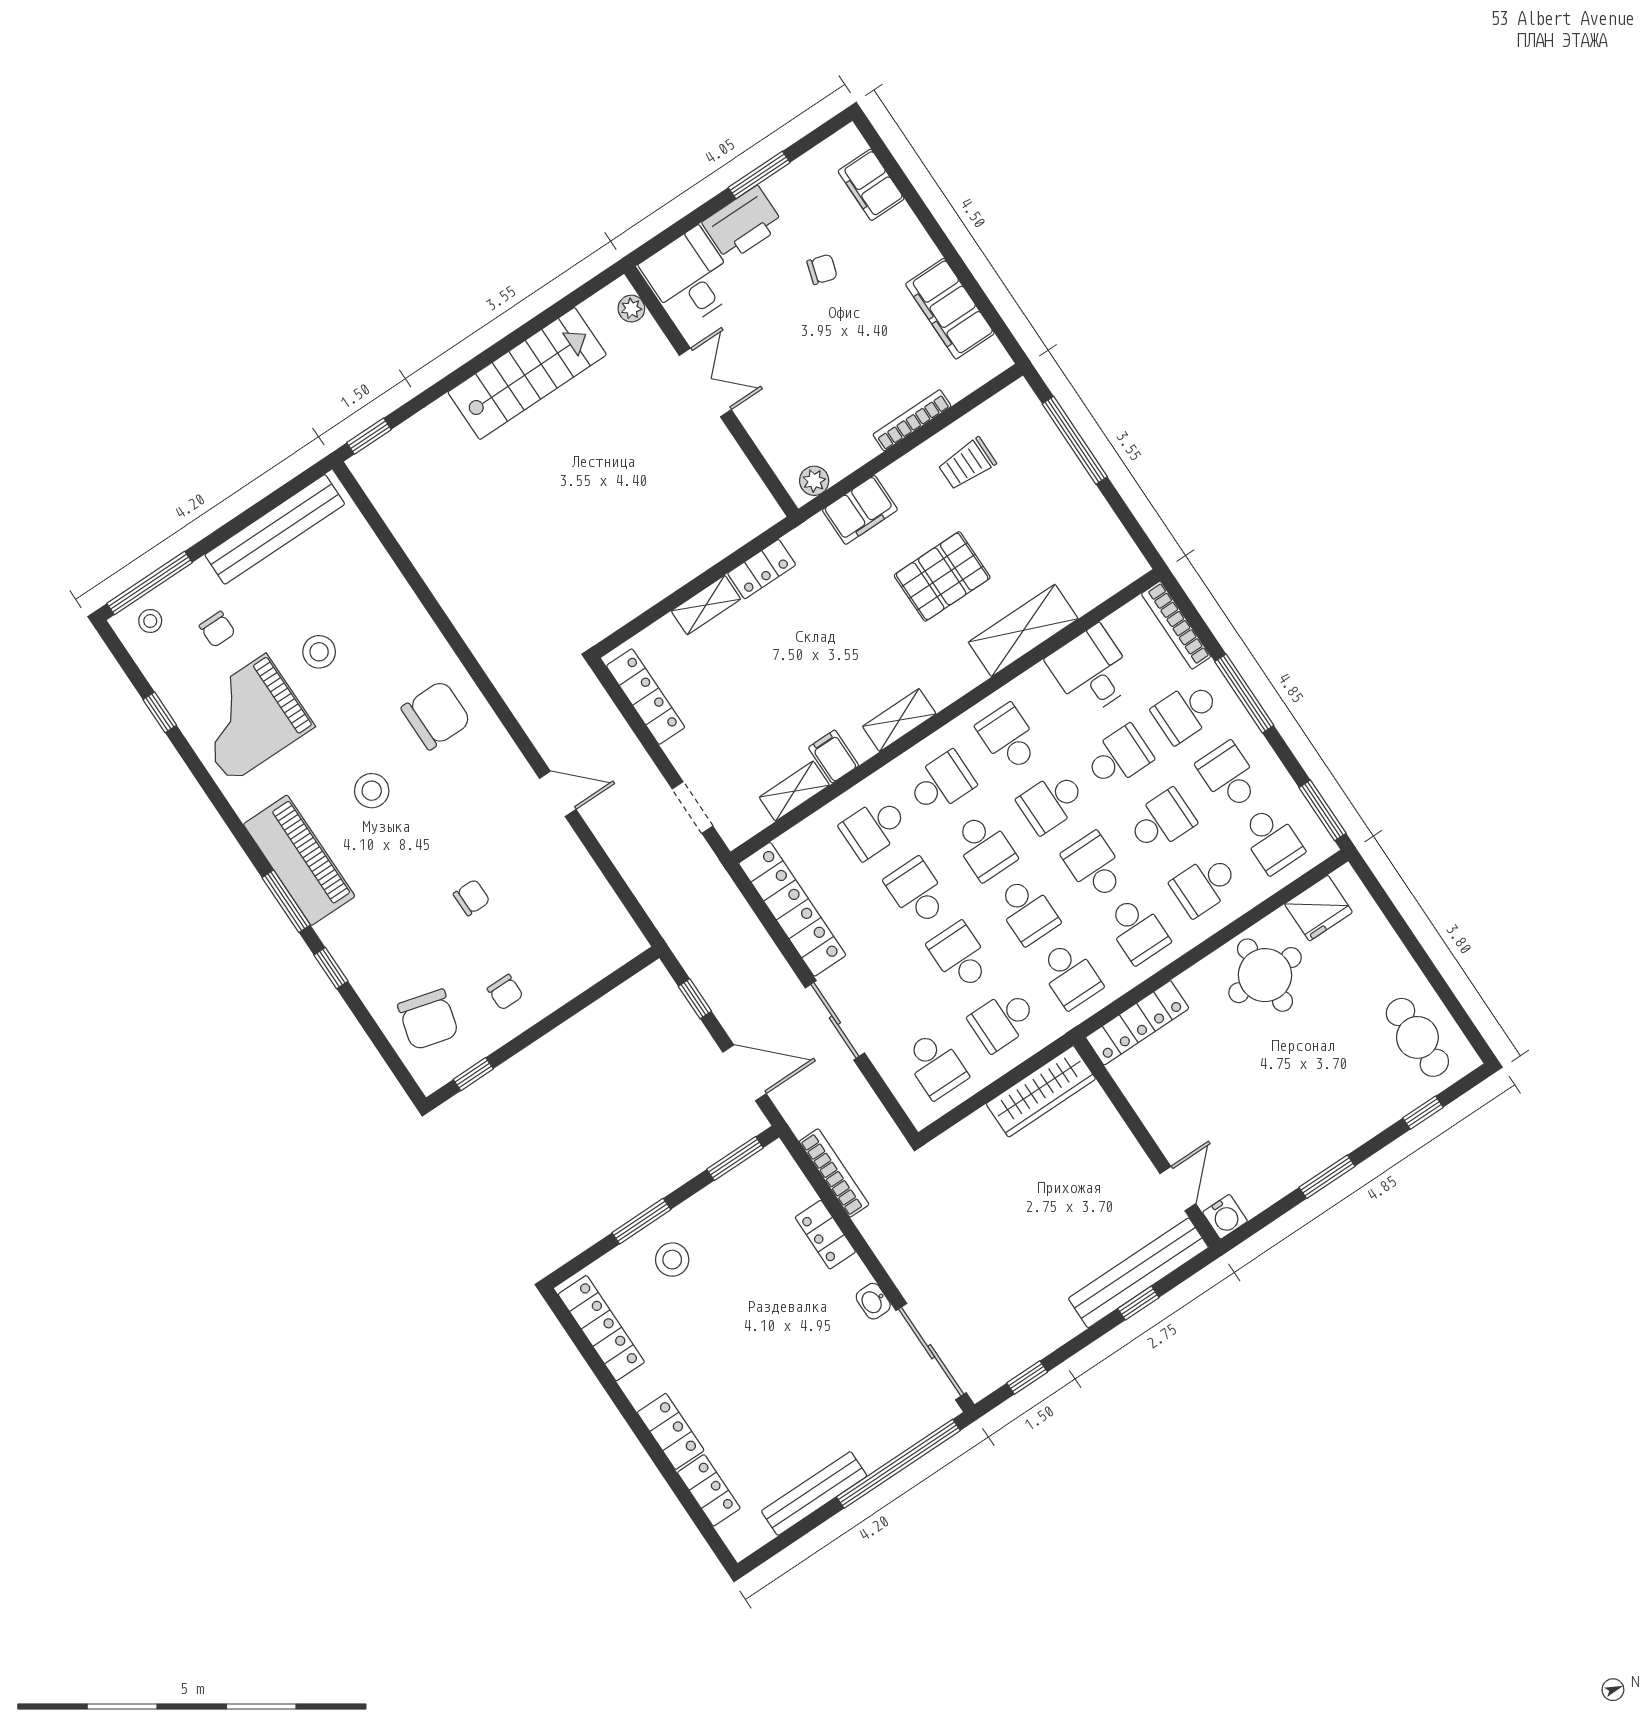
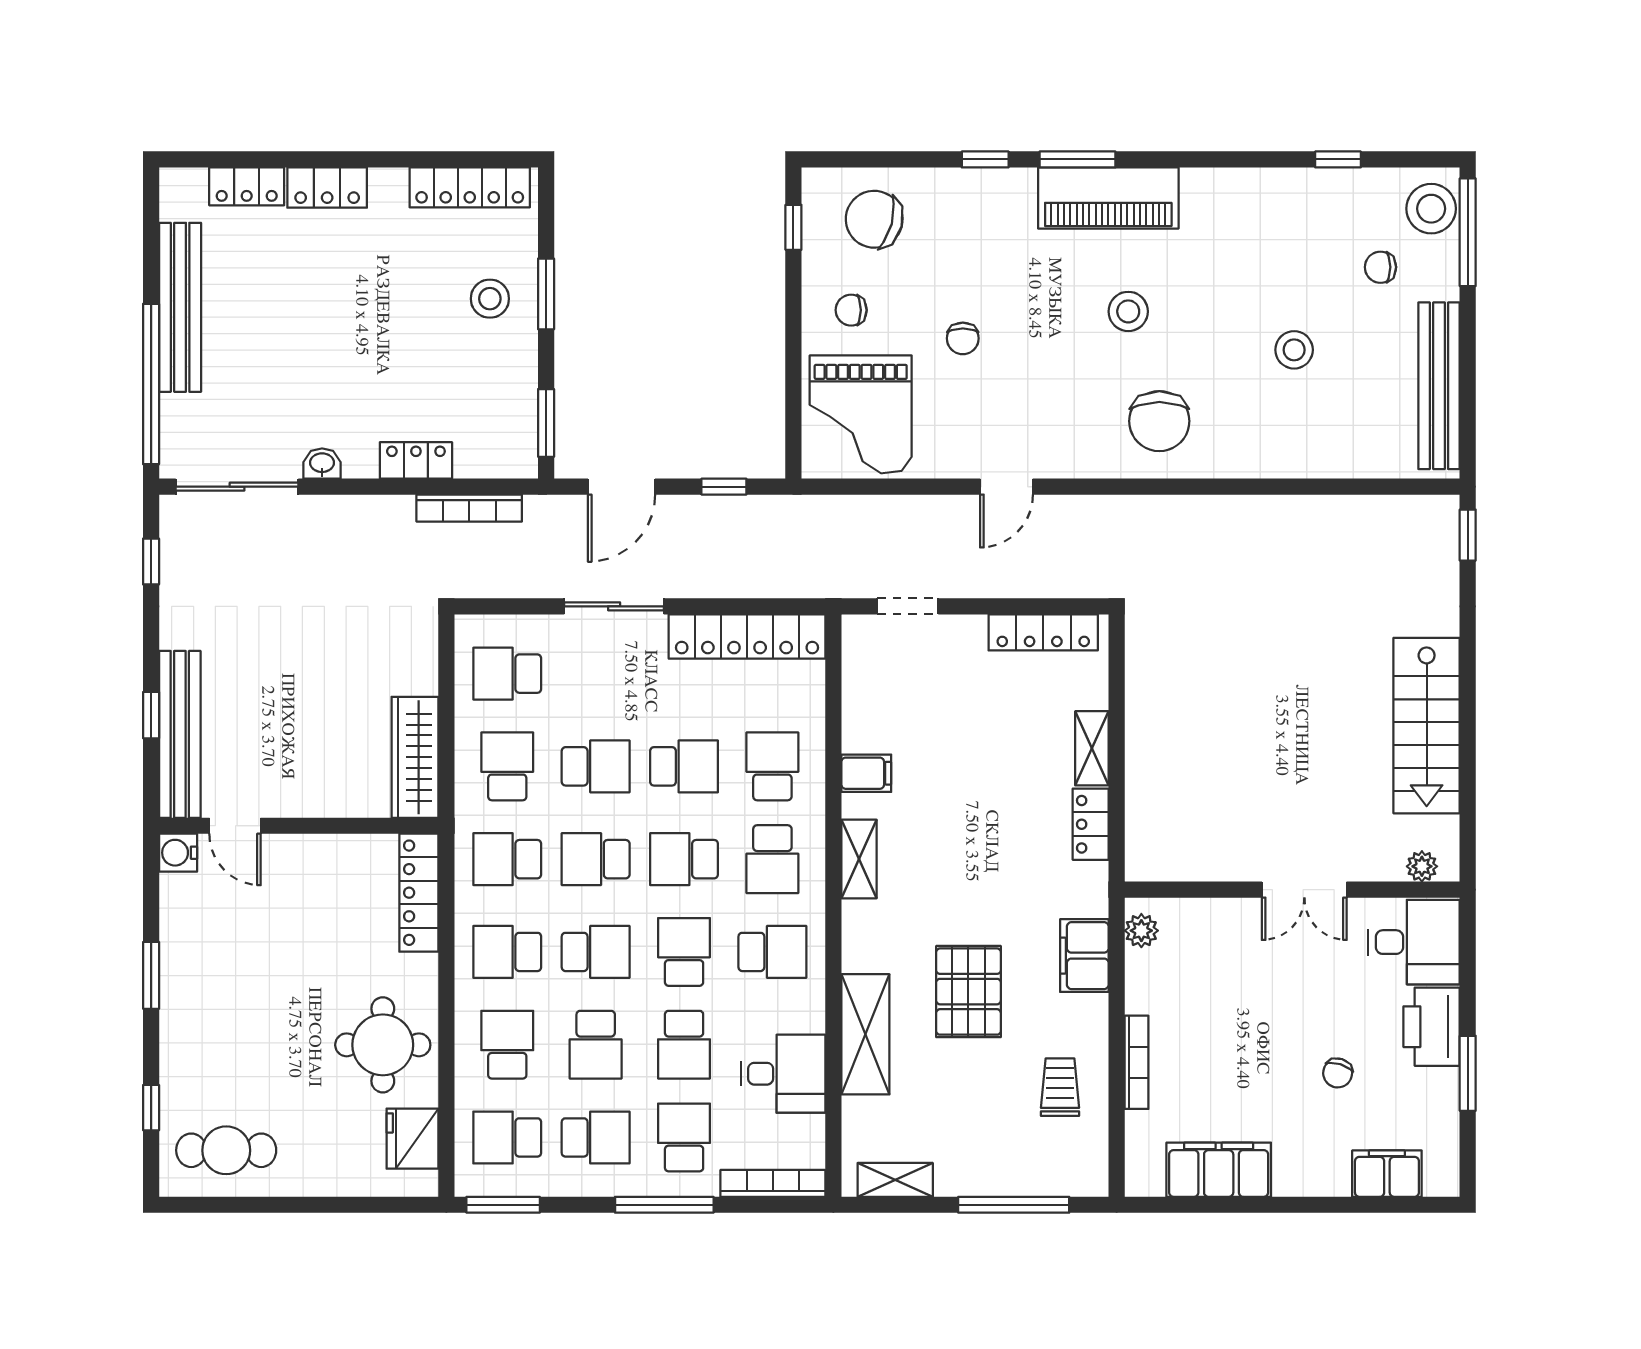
stool: (150, 621) -> (1431, 209), width x1.89, depth x1.89
grand piano: (248, 718) -> (861, 414), moved, turned 180
shelving: (794, 791) -> (895, 1180), moved, turned 90
bench: (814, 1494) -> (180, 307), width x1.37, depth x1.21

